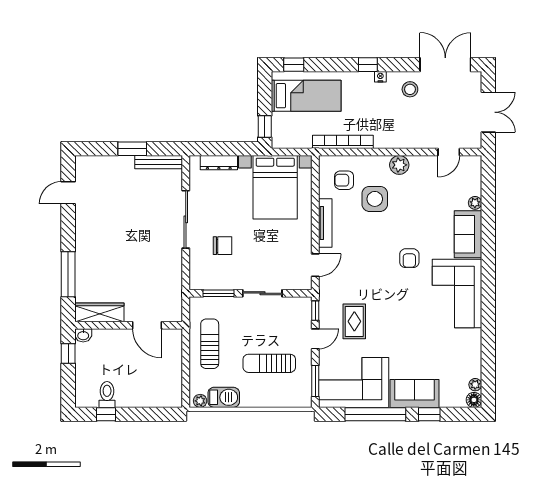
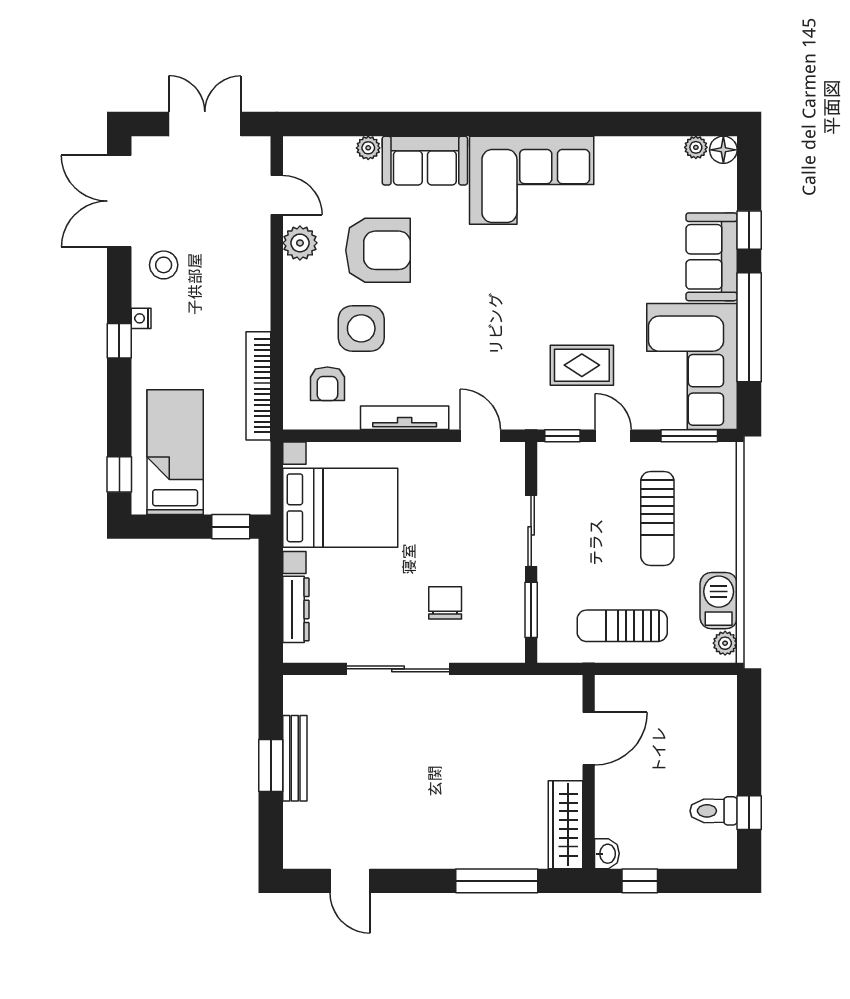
bench: (159, 162) -> (295, 758), moved
plant: (399, 165) -> (300, 243), moved
armchair: (409, 258) -> (378, 250), moved, width x1.88, depth x1.88

